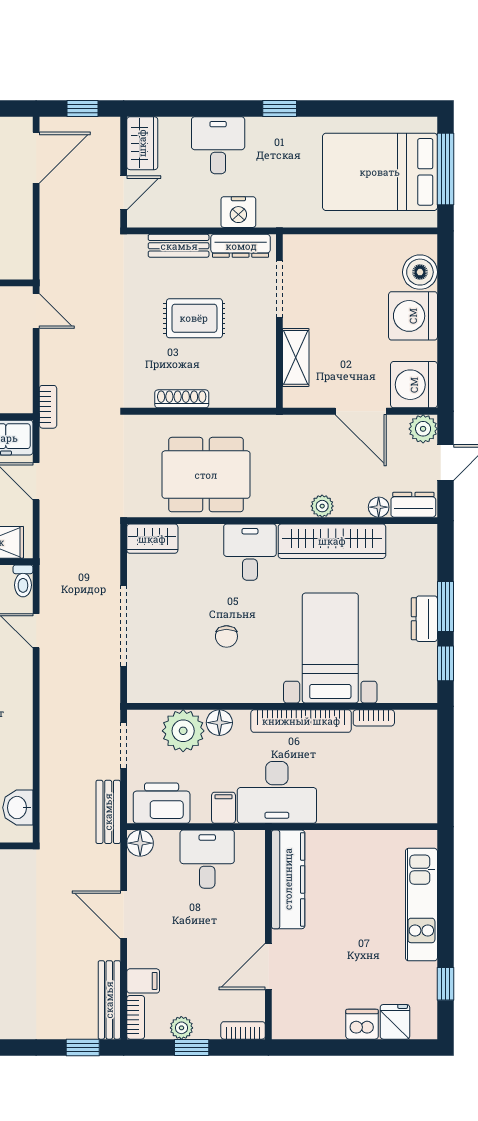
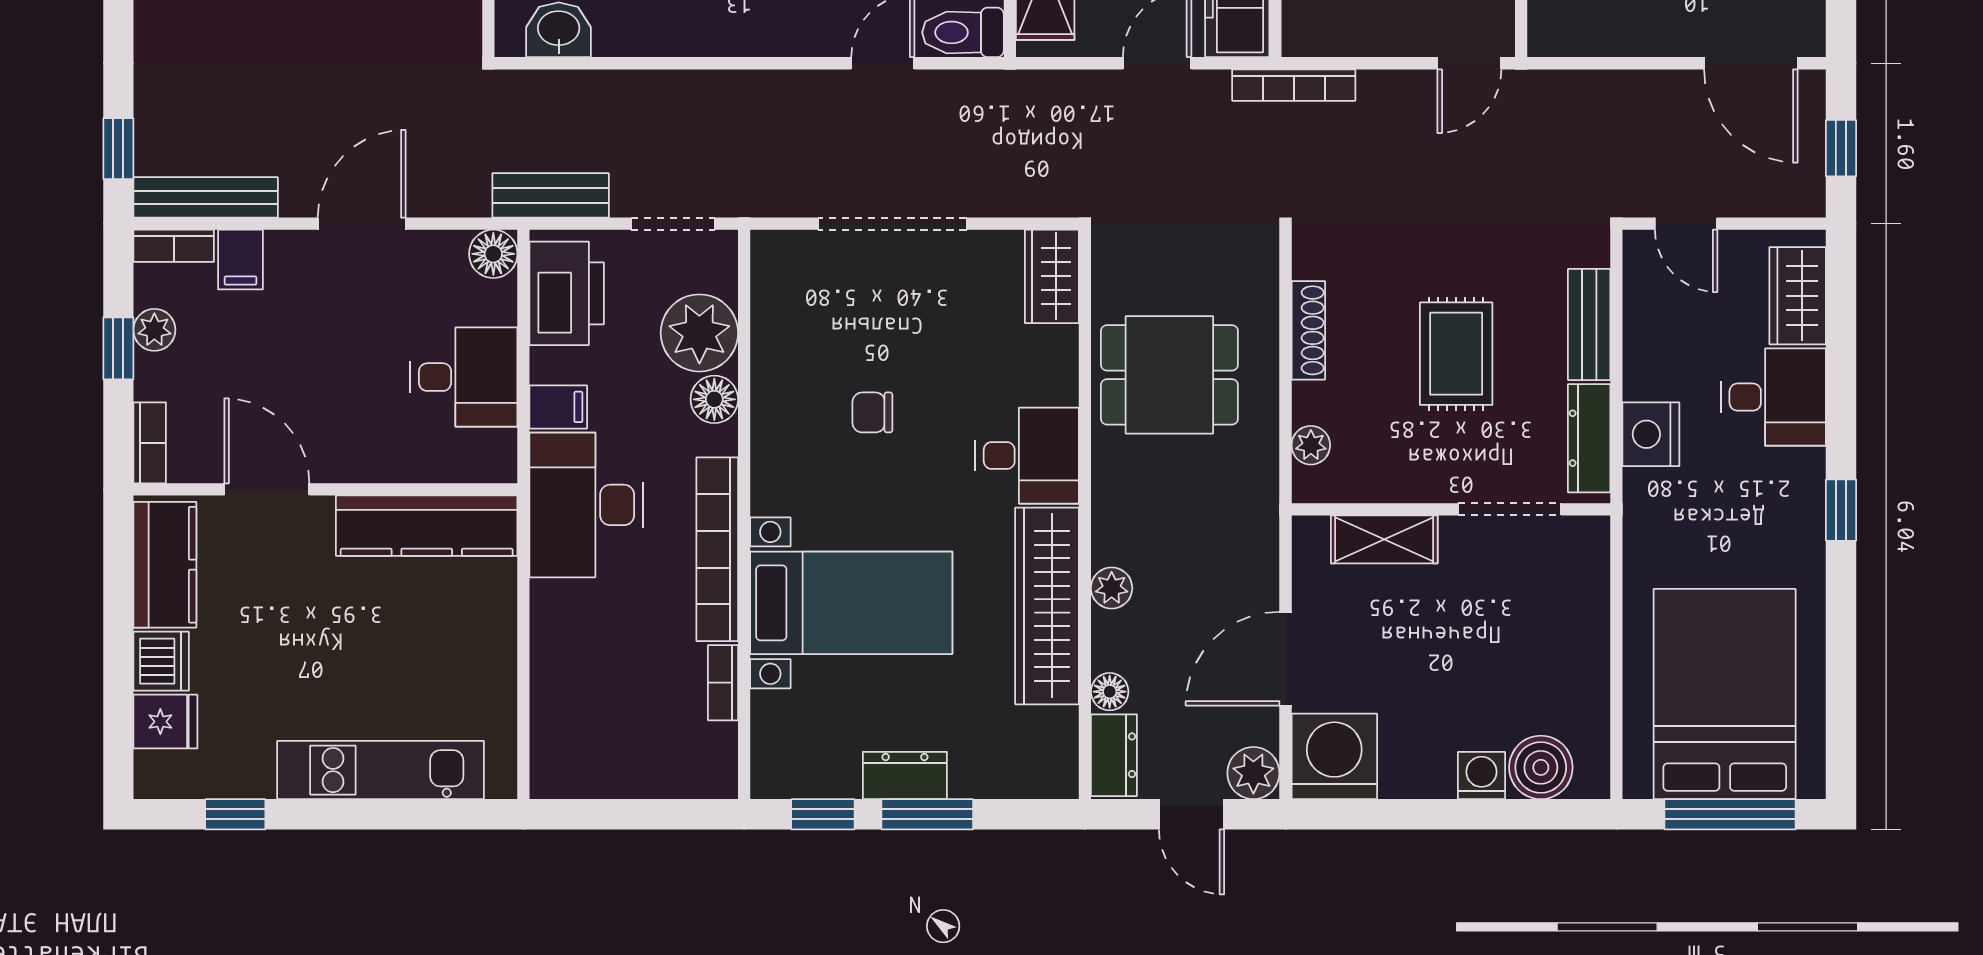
wardrobe: (142, 143) -> (1798, 296), moved, turned 90
washing machine: (413, 316) -> (1481, 776), width x0.53, depth x0.53
plant: (244, 397) -> (1311, 445), added
bookcase: (48, 407) -> (1294, 85), width x1.56
dining table: (206, 475) -> (1169, 375), width x0.73
toilet: (23, 581) -> (963, 32), width x1.37, depth x1.39
kitchen counter: (309, 1022) -> (165, 565), added

